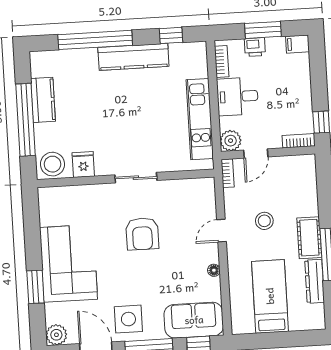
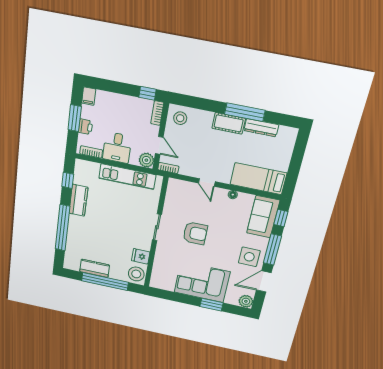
kitchen counter: (133, 57) -> (78, 200), width x0.67
stool: (264, 221) -> (180, 118), moved
bed: (270, 296) -> (258, 179), moved

